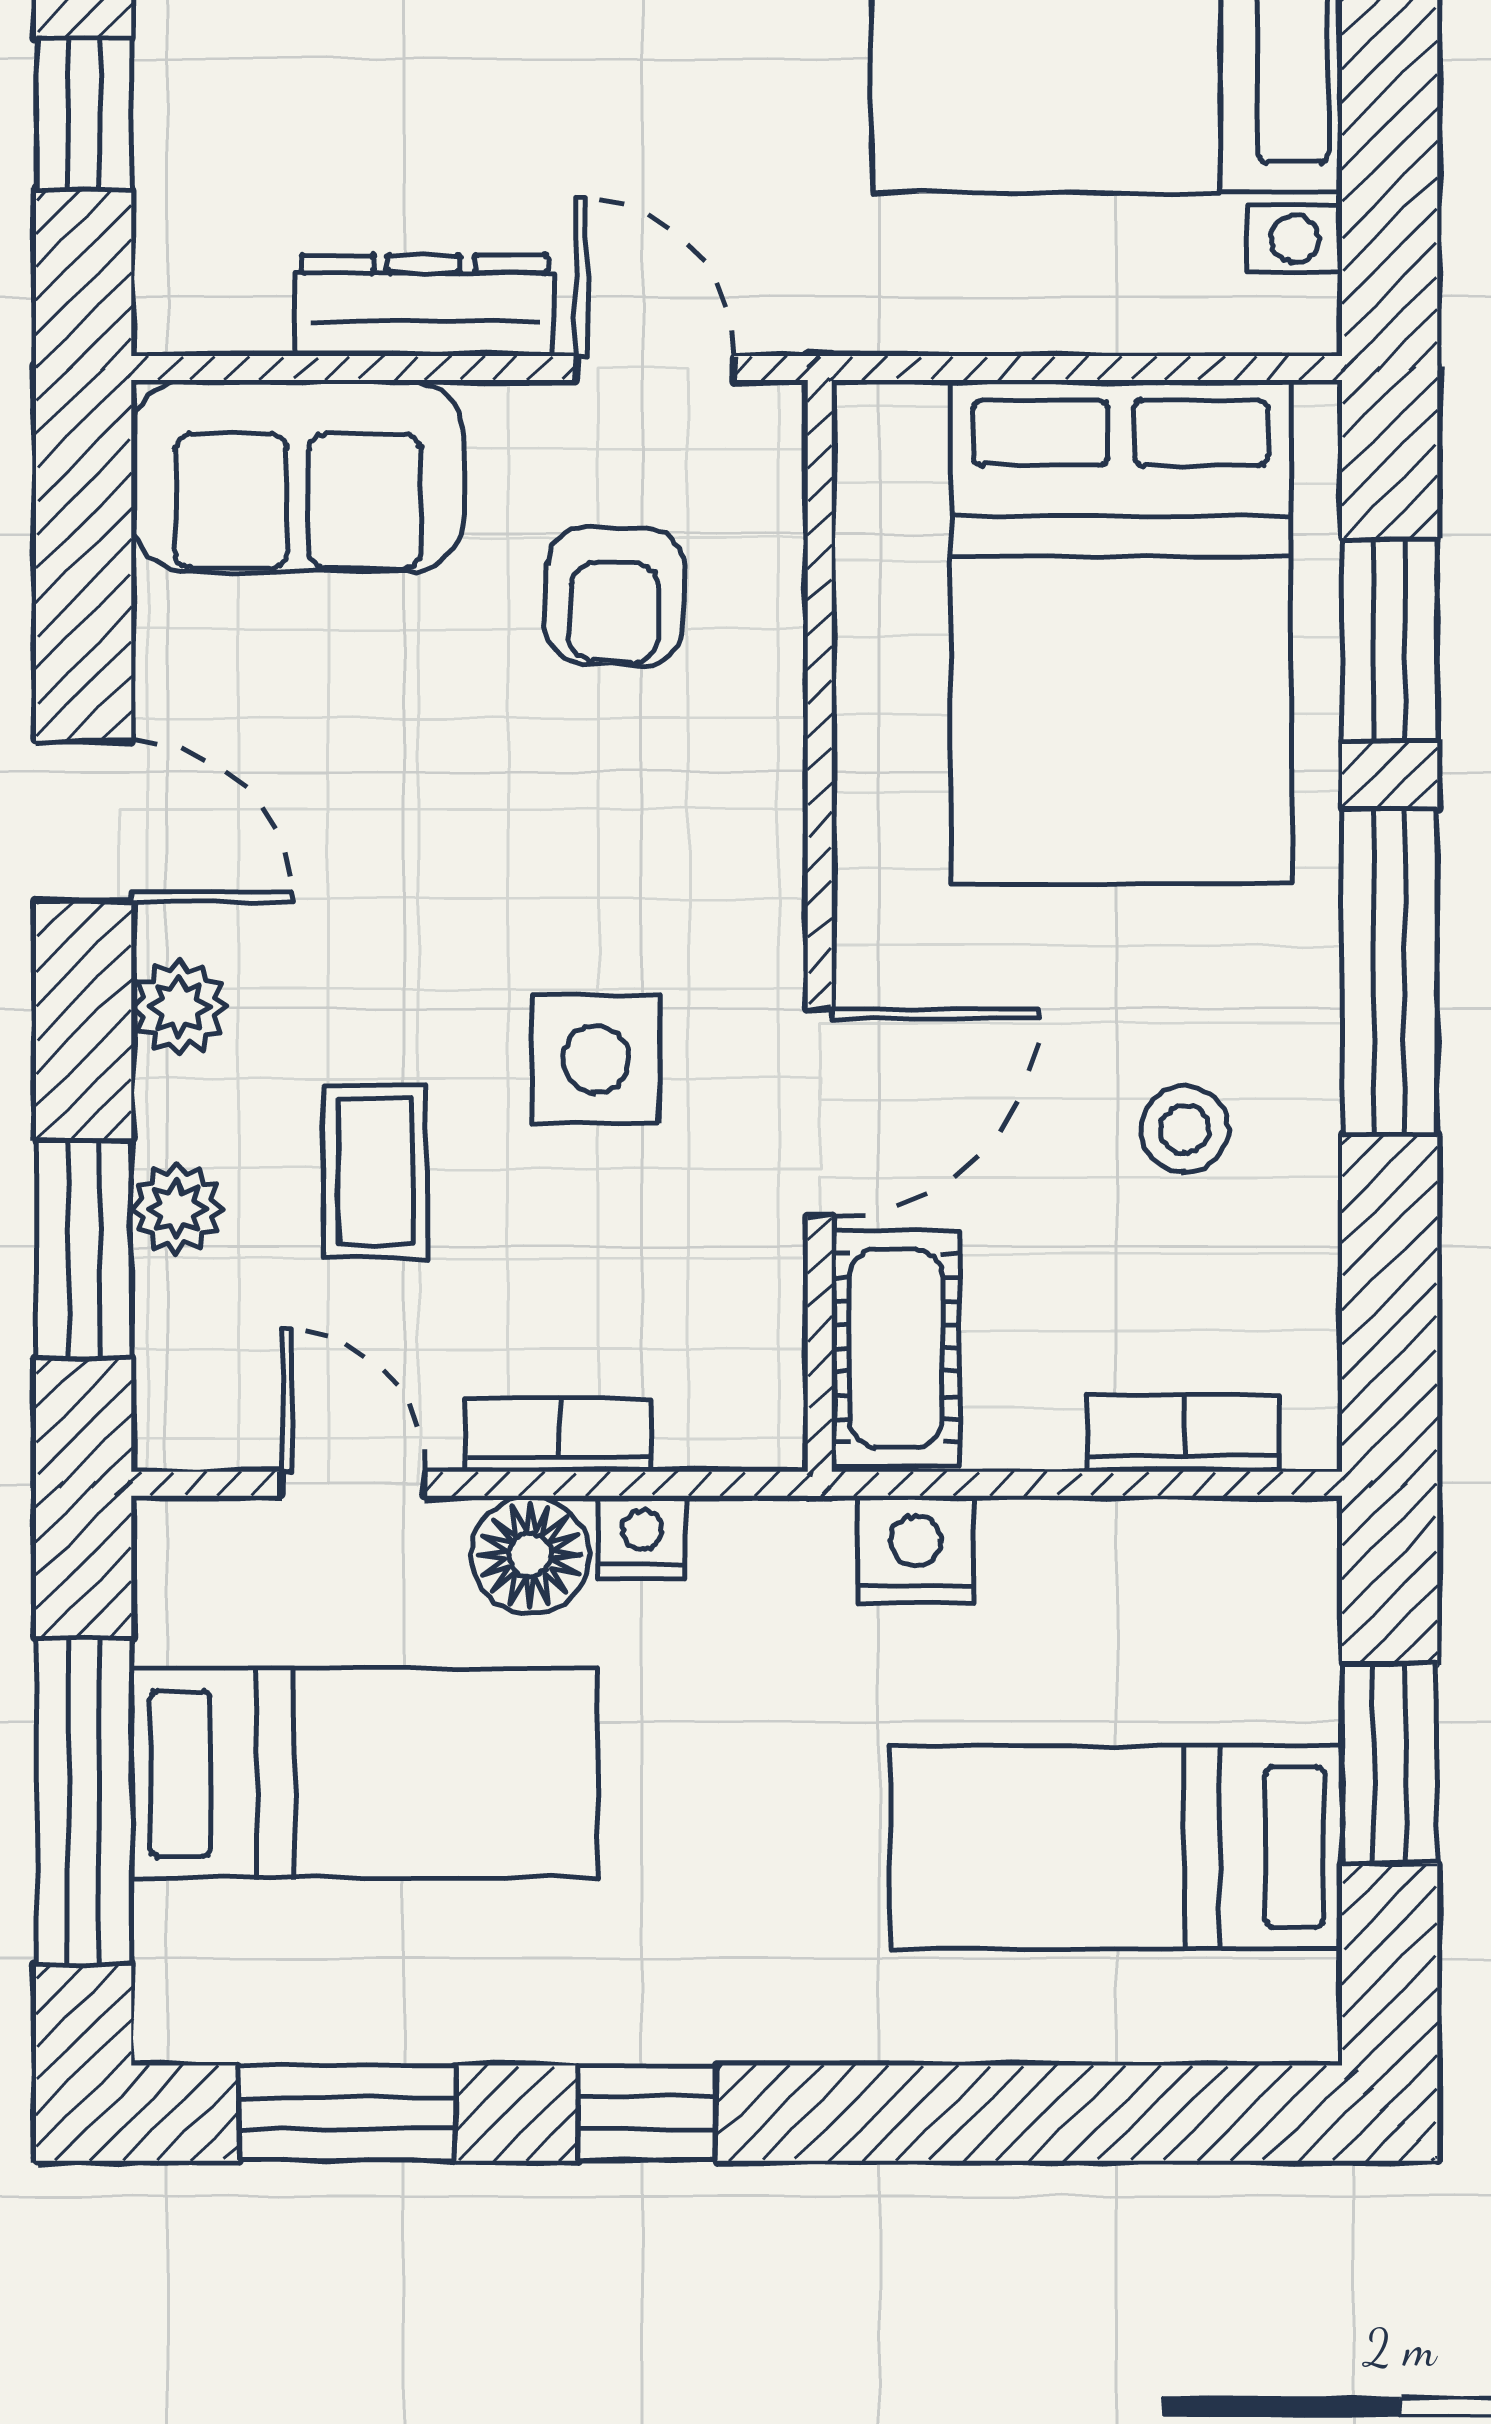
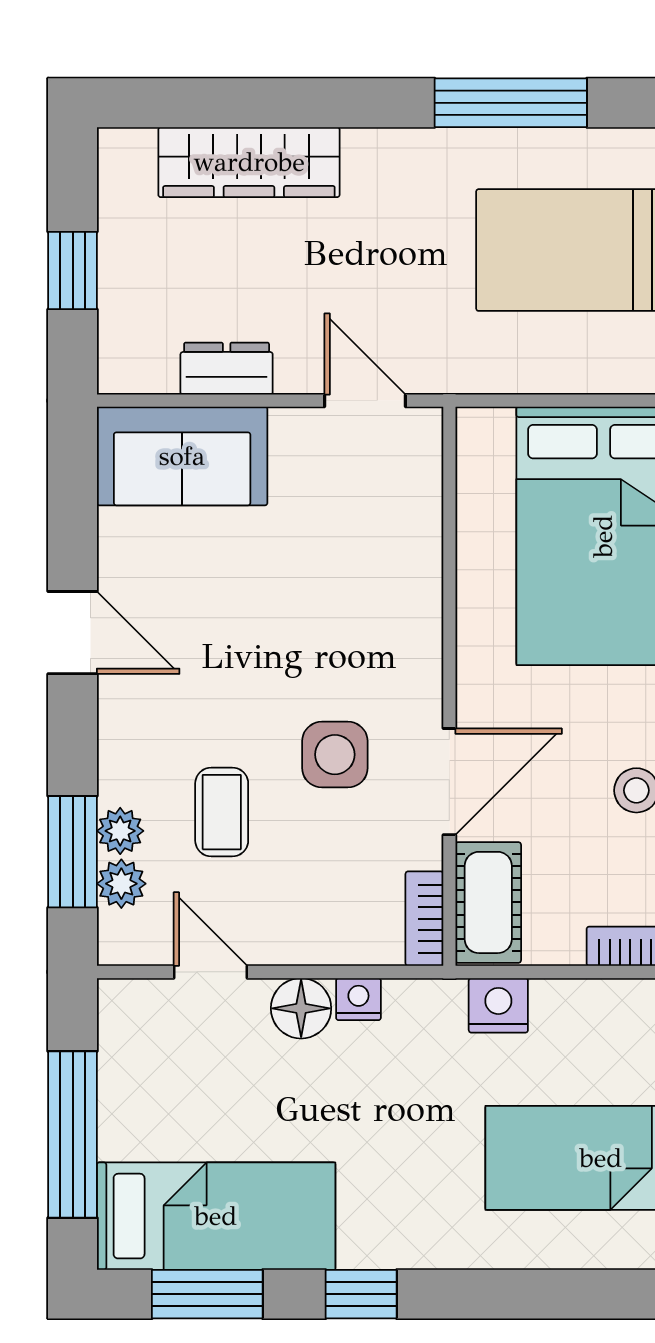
dresser: (424, 305) -> (227, 369), width x0.70
armchair: (615, 596) -> (344, 517), removed
plant: (179, 1007) -> (121, 884), moved
bookcase: (559, 1435) -> (424, 919), moved, turned -90
bed: (364, 1774) -> (216, 1216), moved

